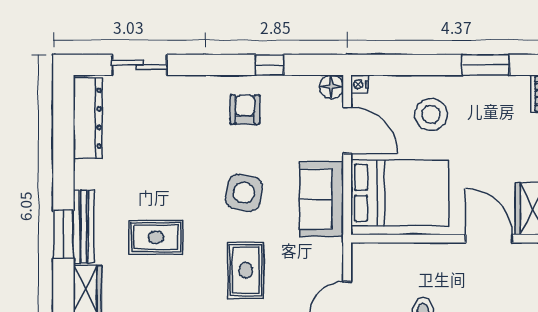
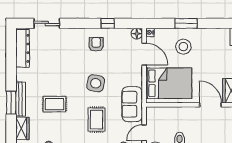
window: (485, 65) -> (186, 23), moved
sofa: (322, 199) -> (132, 104), moved

